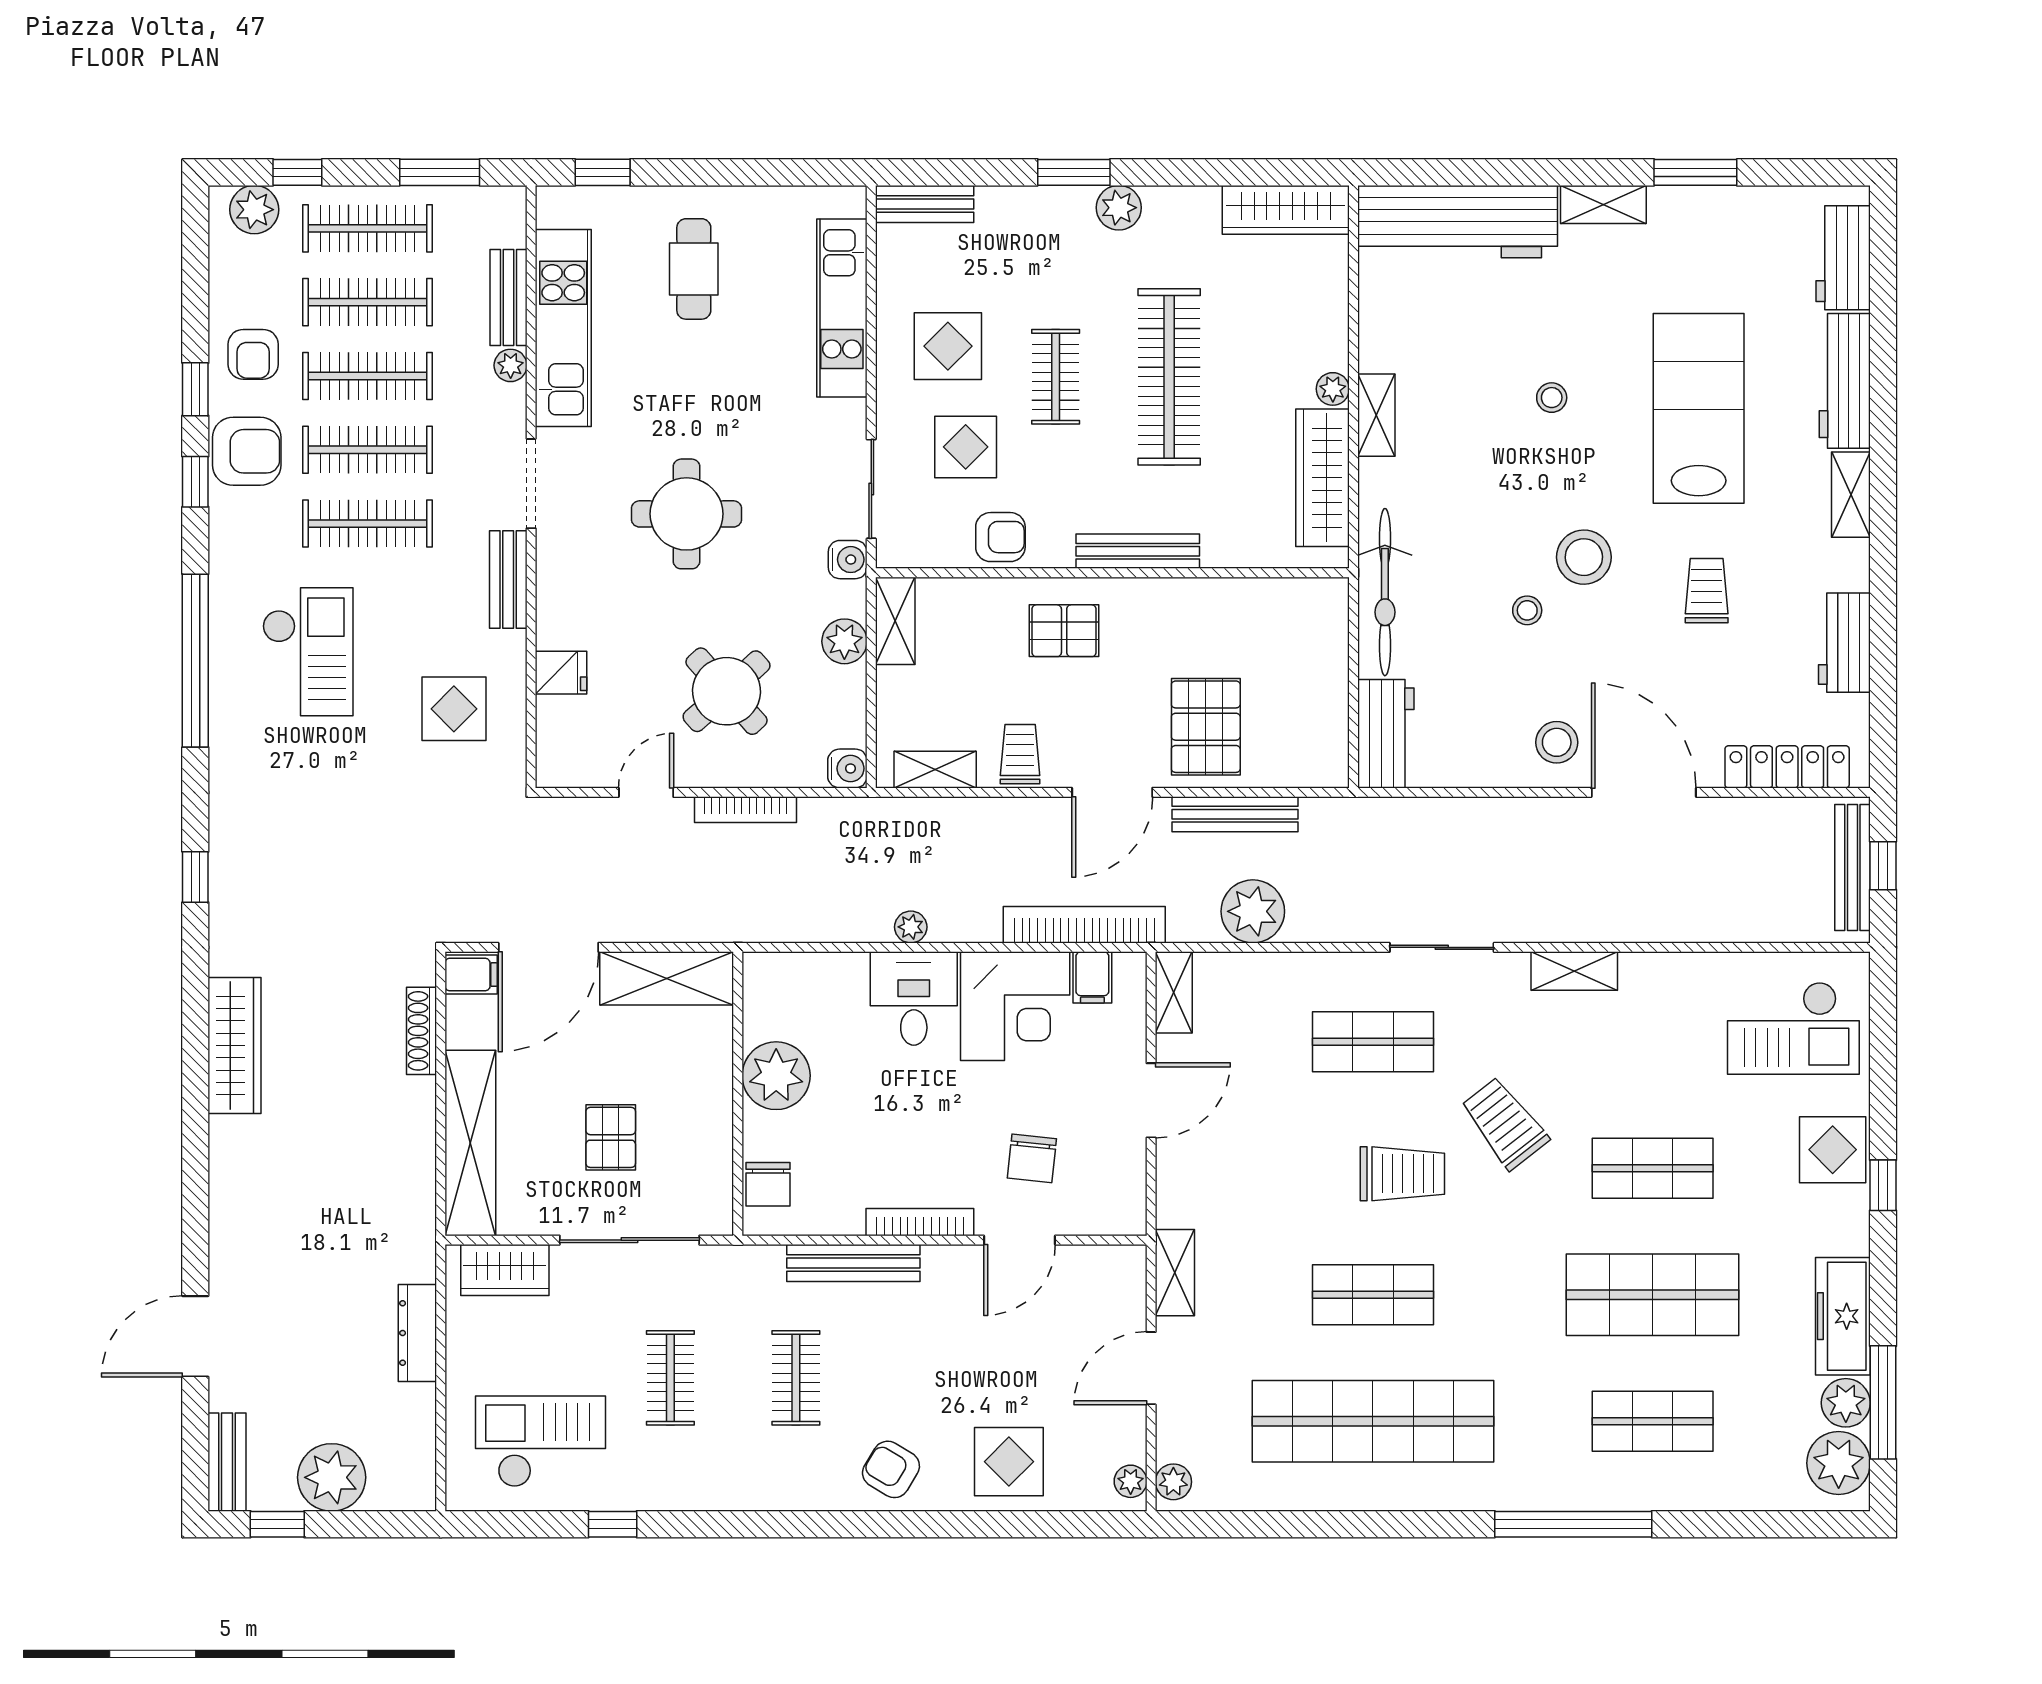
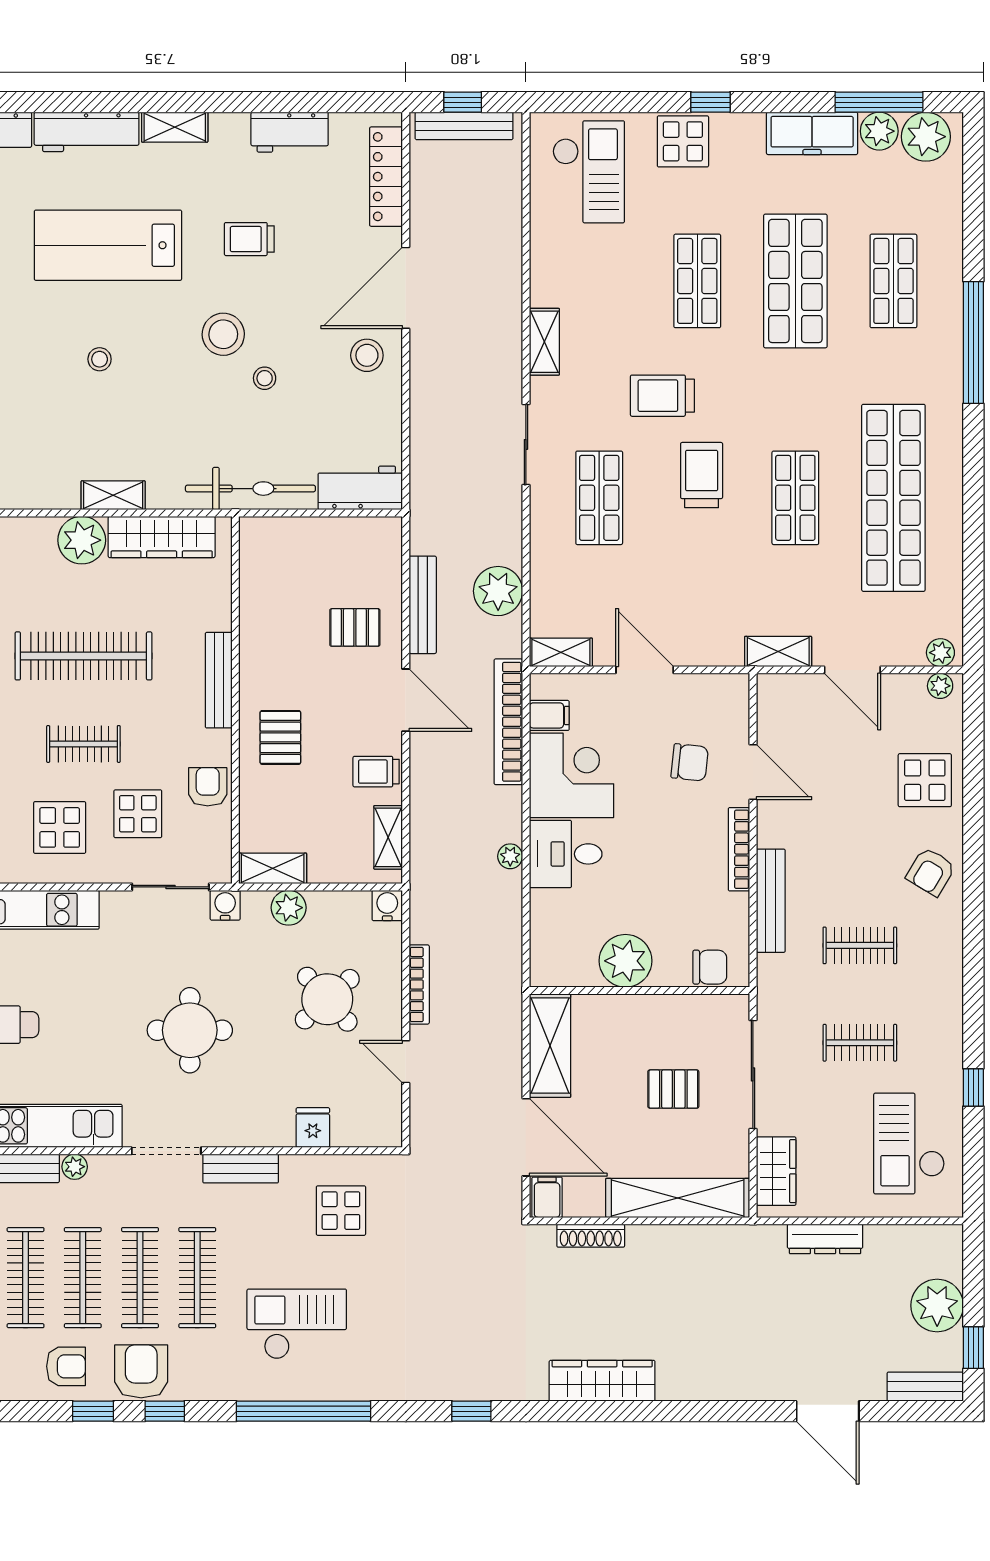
plant: (1333, 389) -> (82, 540), width x1.88, depth x1.88
pallet: (1206, 727) -> (355, 627), width x0.67, depth x0.71
trolley: (1505, 1123) -> (662, 396), turned 38

